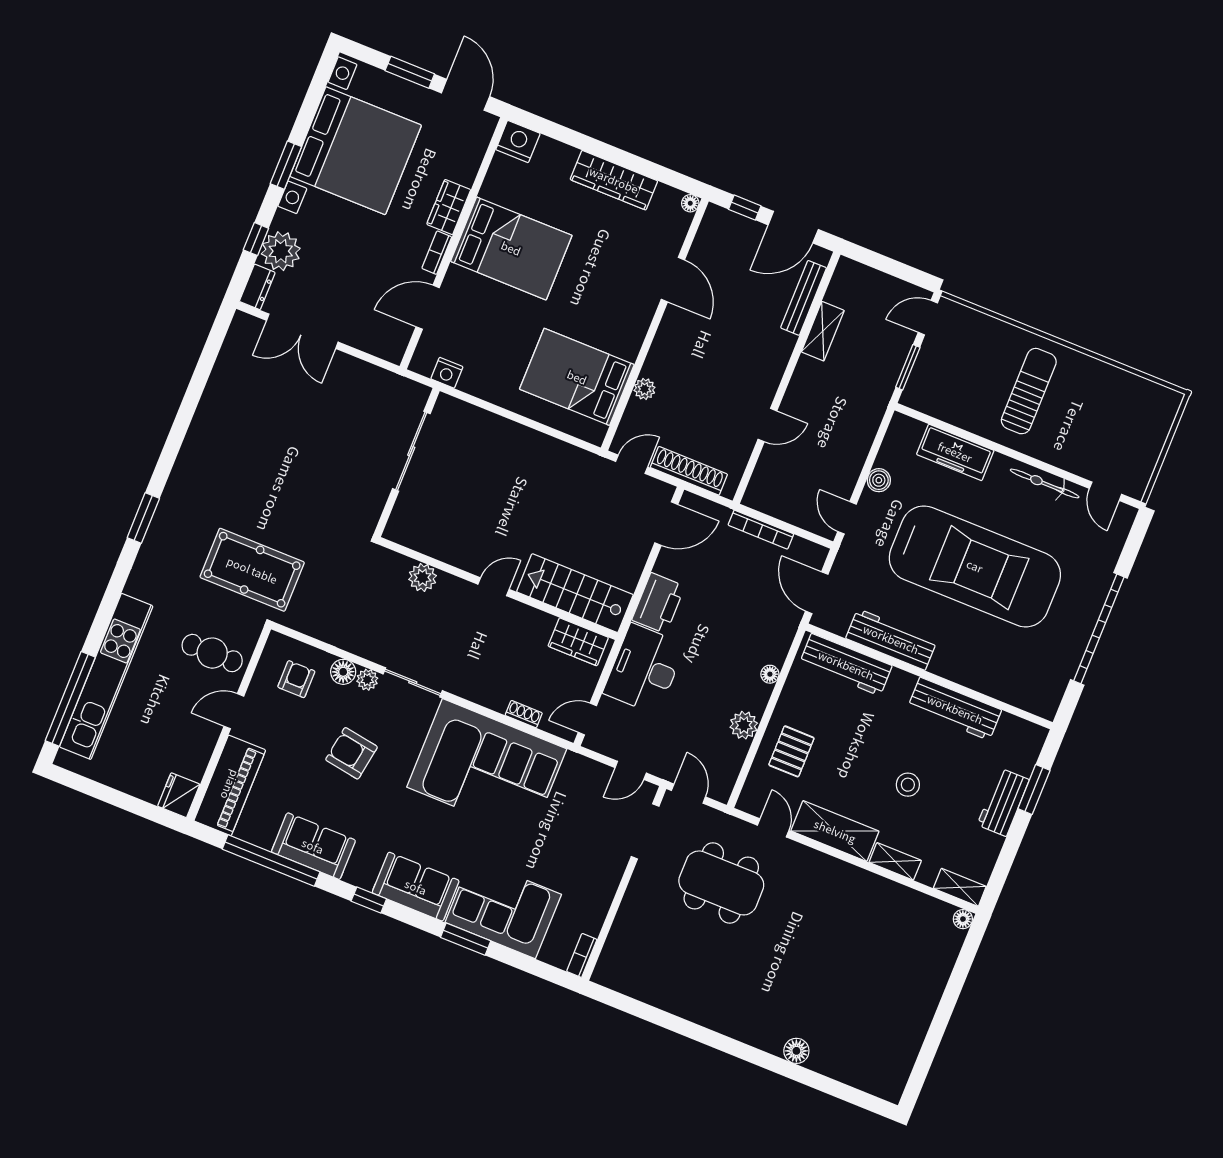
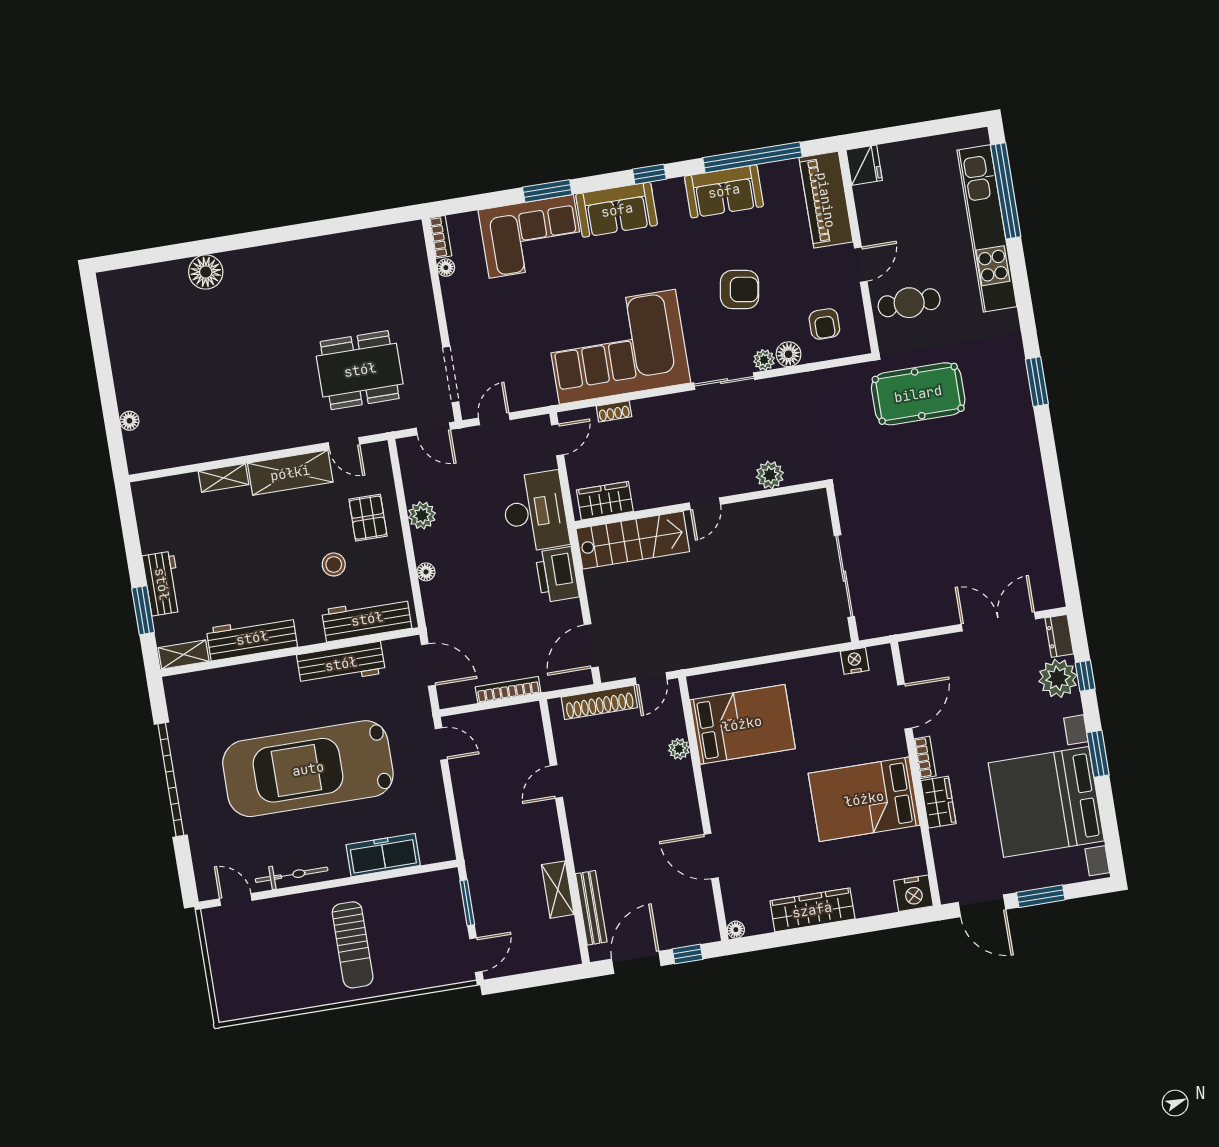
boiler: (879, 480) -> (434, 792), removed
stool: (908, 785) -> (334, 564), moved
shelving: (960, 887) -> (184, 655), moved
floor lamp: (963, 919) -> (129, 421), moved
floor lamp: (593, 926) -> (446, 268), added
floor lamp: (796, 1051) -> (206, 272), width x1.38, depth x1.38

